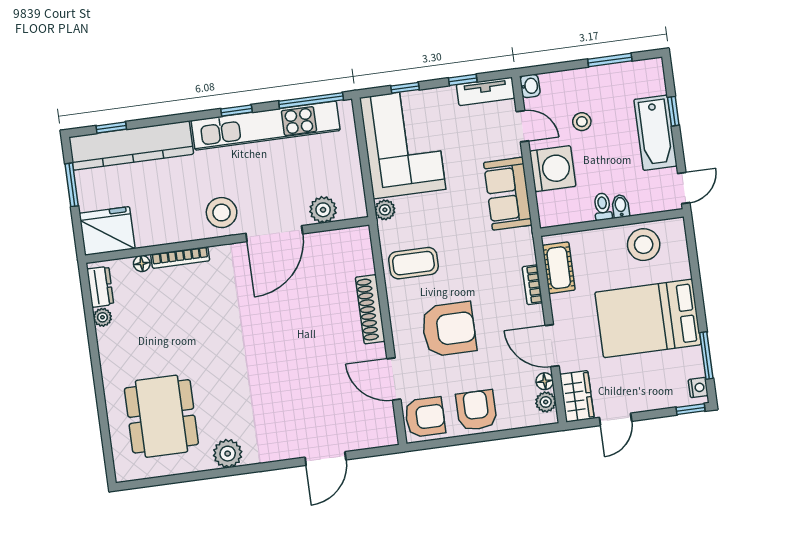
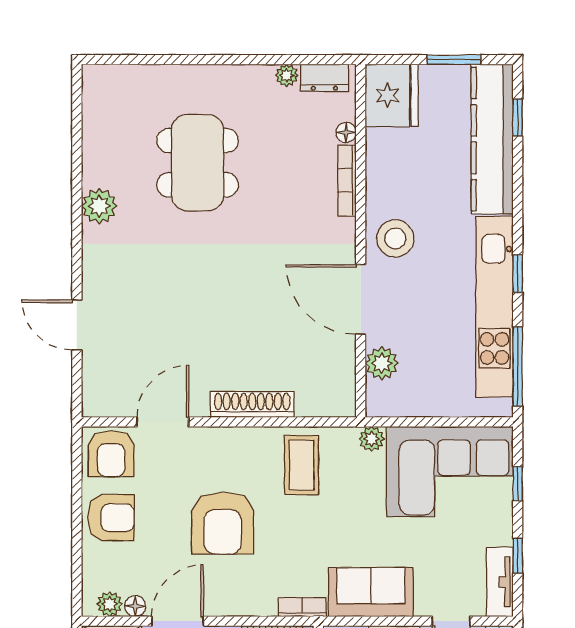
bookcase: (532, 285) -> (302, 607), moved
armchair: (449, 329) -> (223, 523), moved
dining table: (161, 416) -> (197, 163), moved, turned 90

